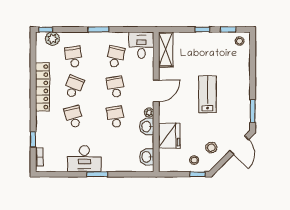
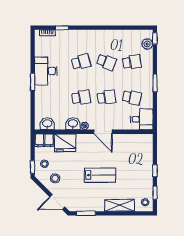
shelving: (166, 49) -> (119, 205), moved
locker: (42, 87) -> (106, 36), removed
filing cabinet: (166, 160) -> (44, 140), added

